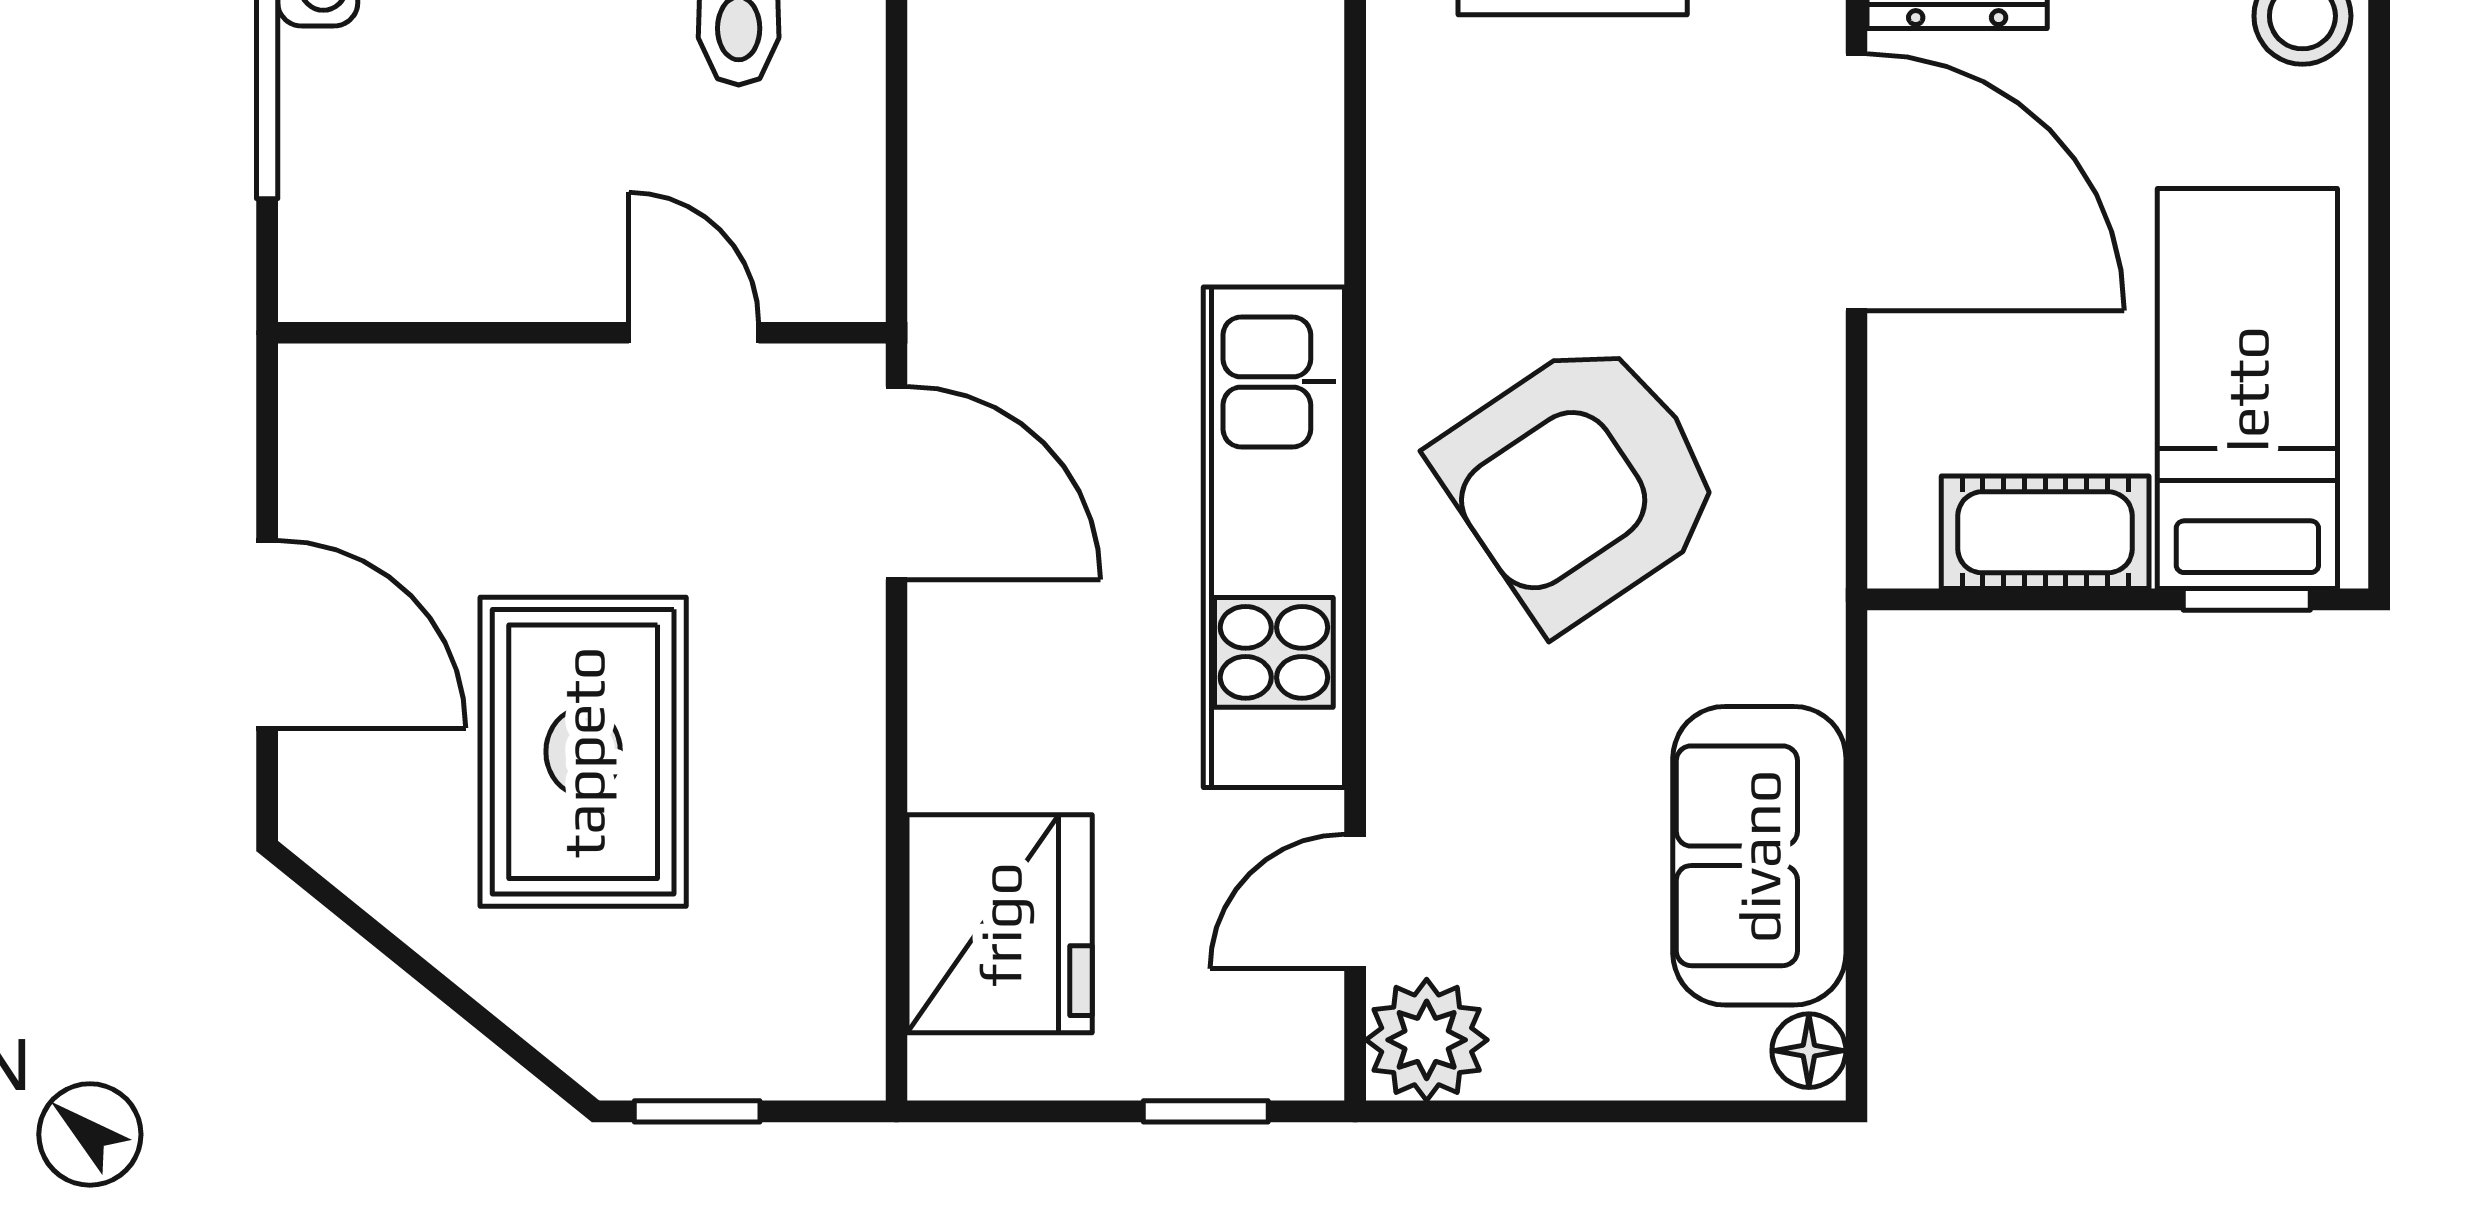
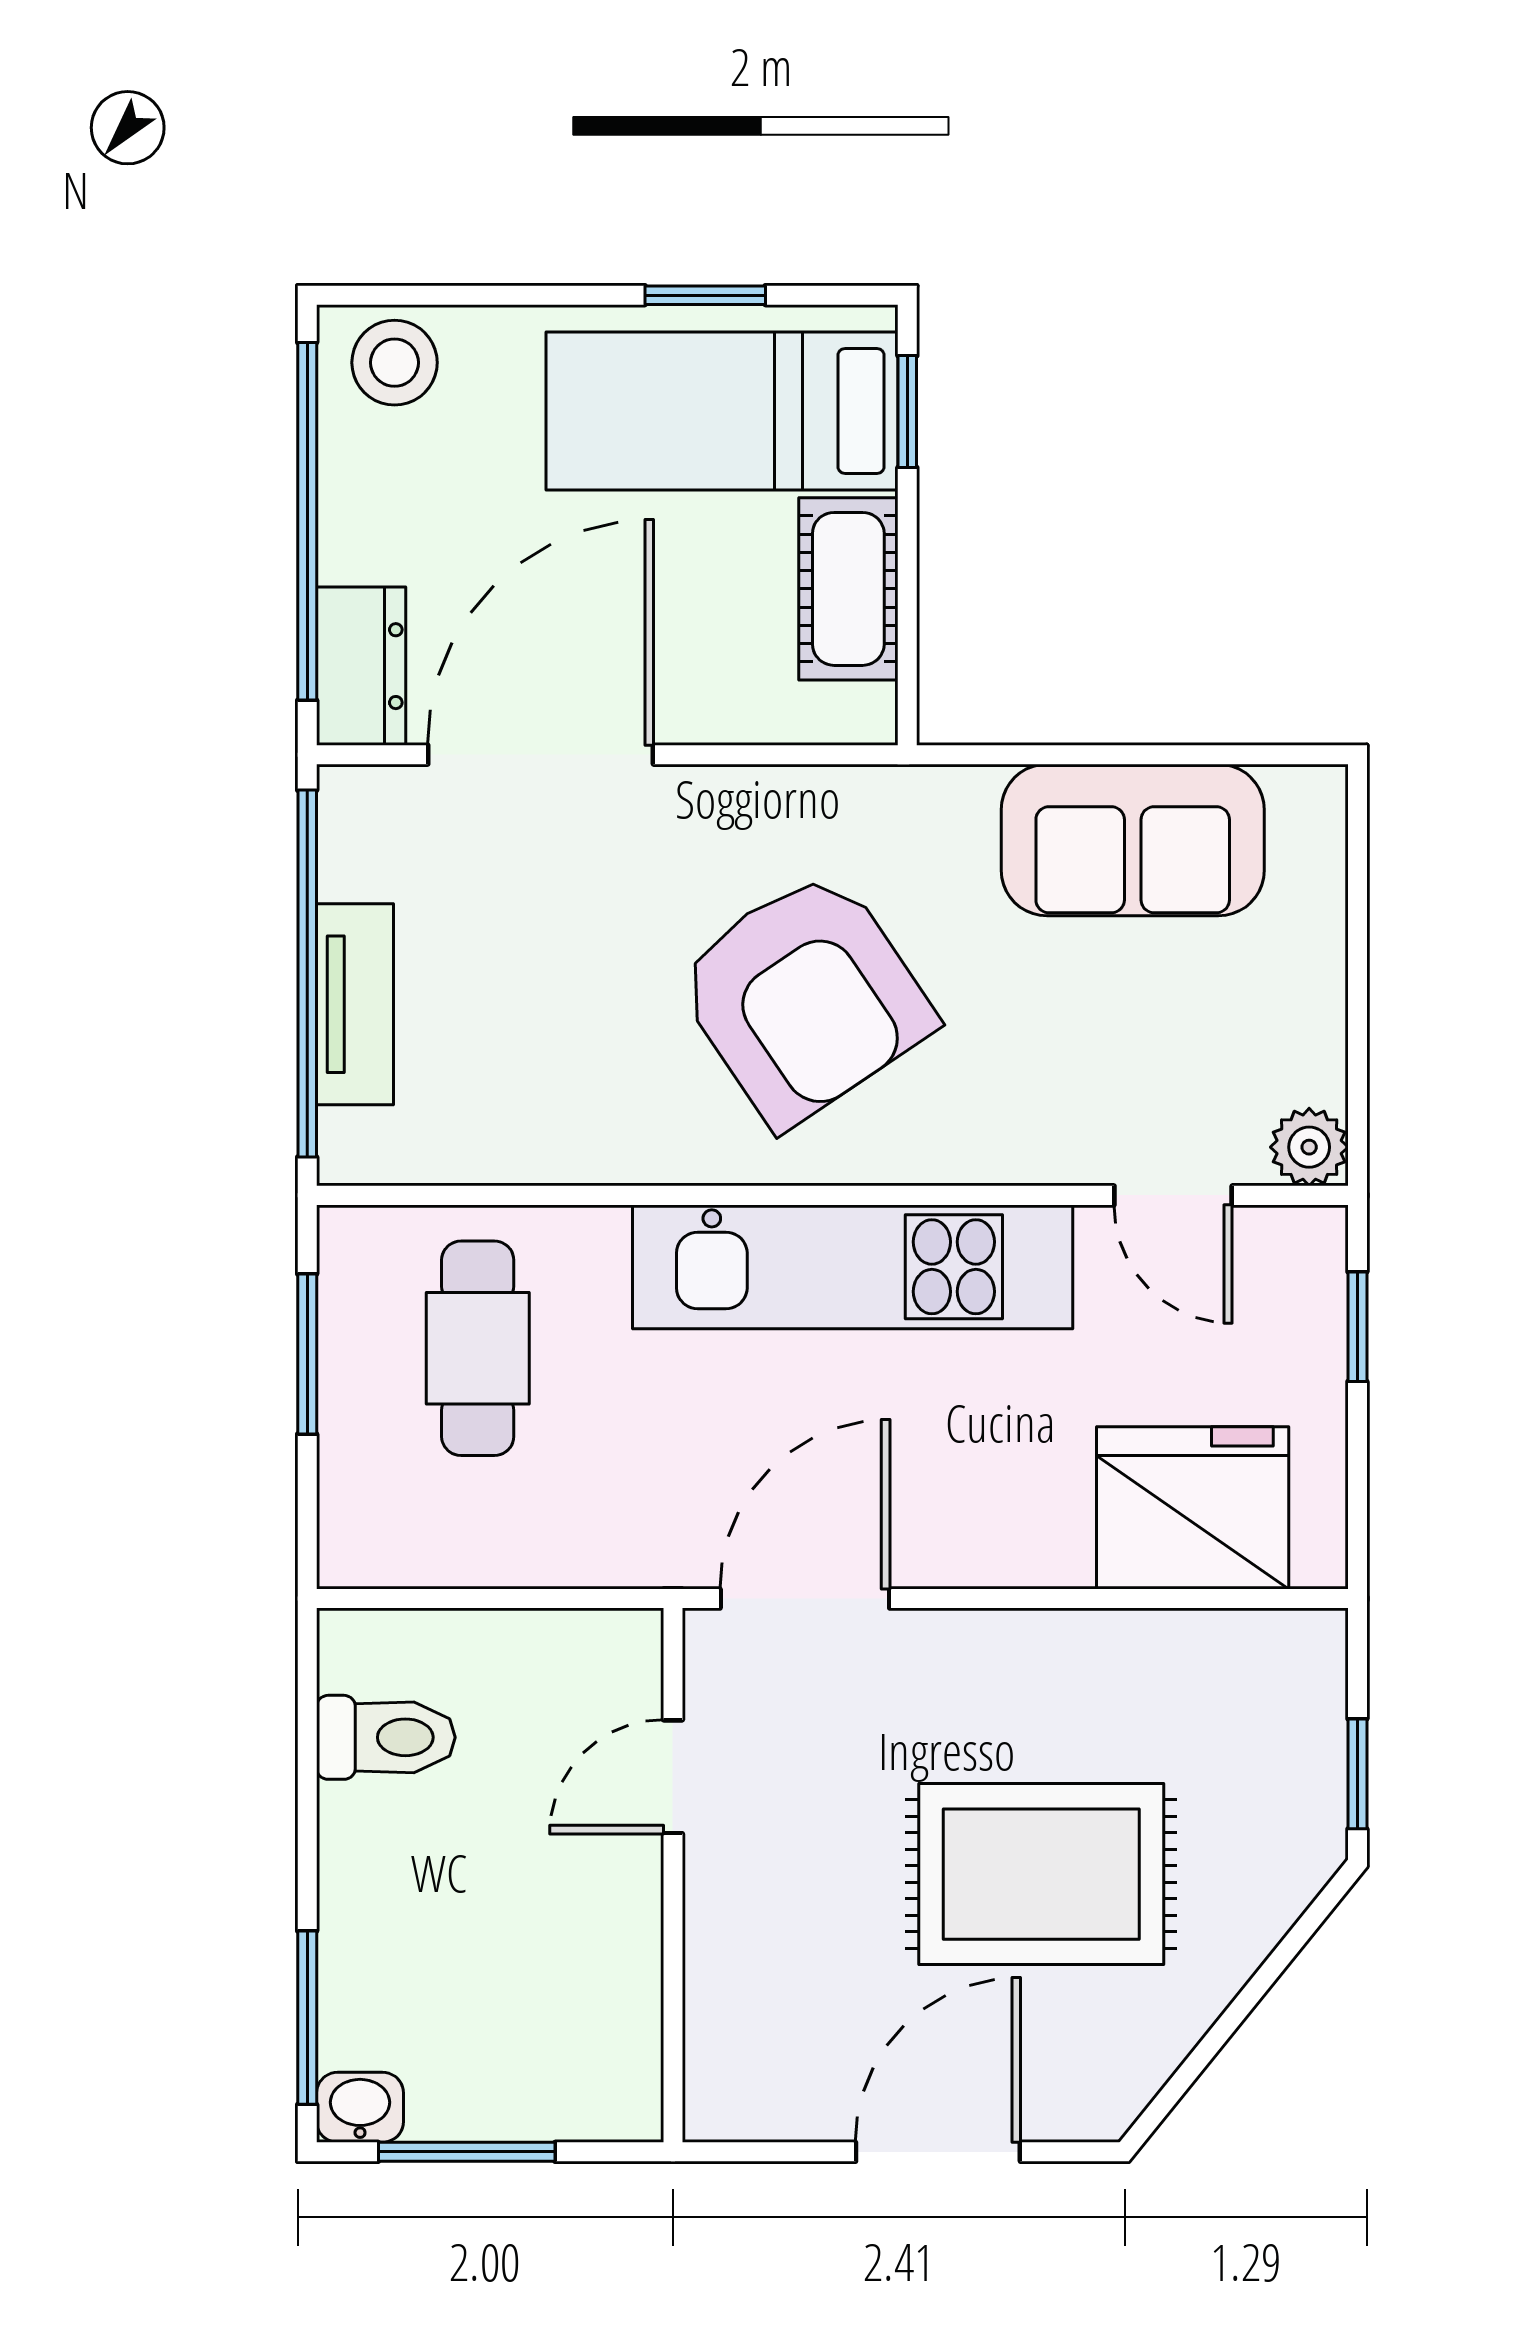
cafe table: (1181, 111) -> (478, 1348), added
window: (2379, 369) -> (705, 295), added
plant: (1427, 1040) -> (1309, 1147), width x0.73, depth x0.73
floor lamp: (1809, 1051) -> (1304, 796), removed

